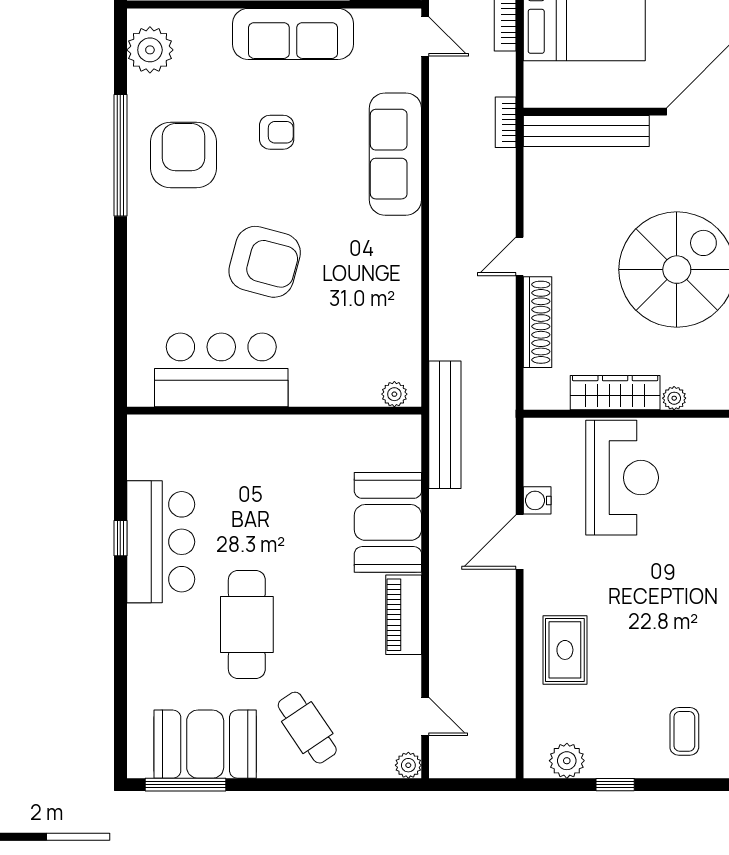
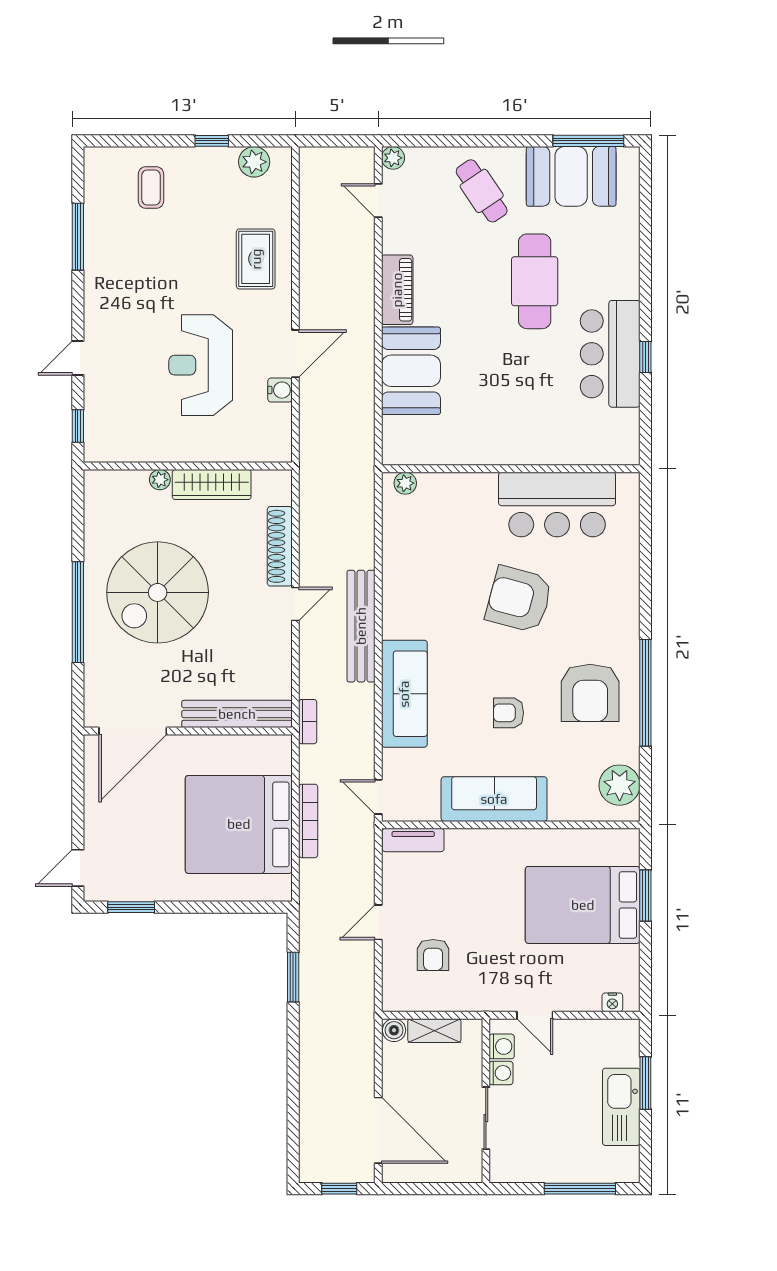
bench: (445, 425) -> (361, 626), moved
reception desk: (622, 478) -> (201, 365), moved

